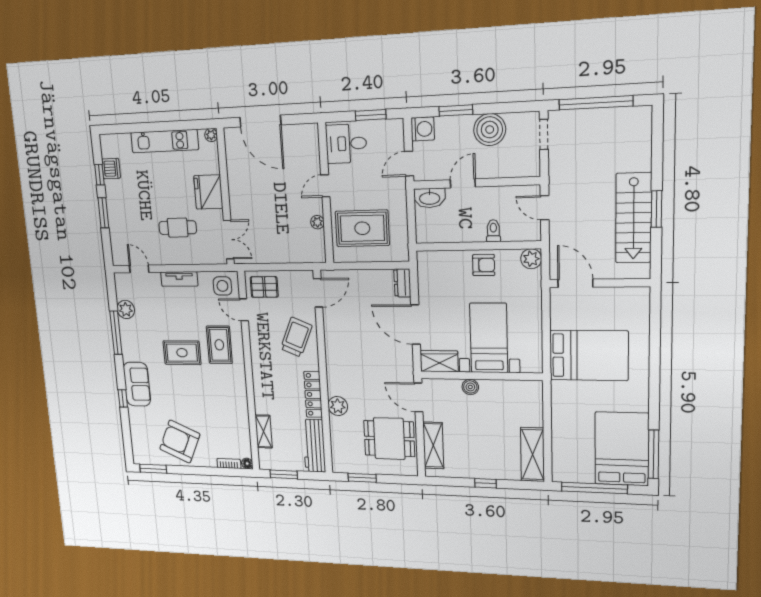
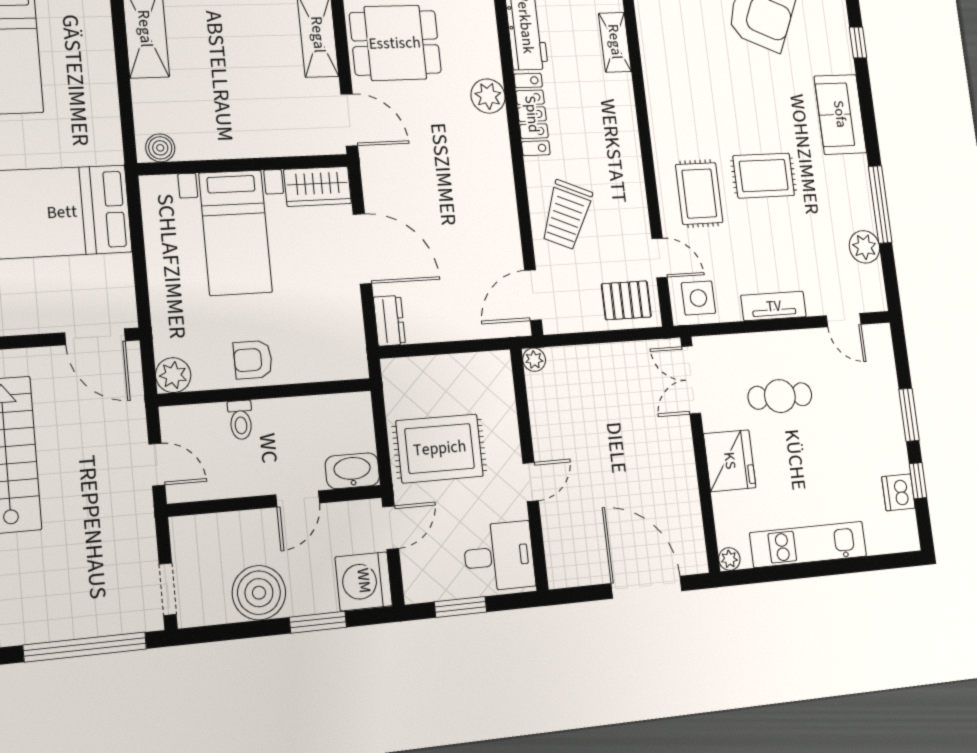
washing machine: (423, 129) -> (364, 581), width x1.37, depth x1.37
plant: (317, 222) -> (534, 360), moved
rug: (362, 228) -> (440, 448), moved
boiler: (470, 387) -> (160, 148), moved
window: (123, 398) -> (858, 43), moved

